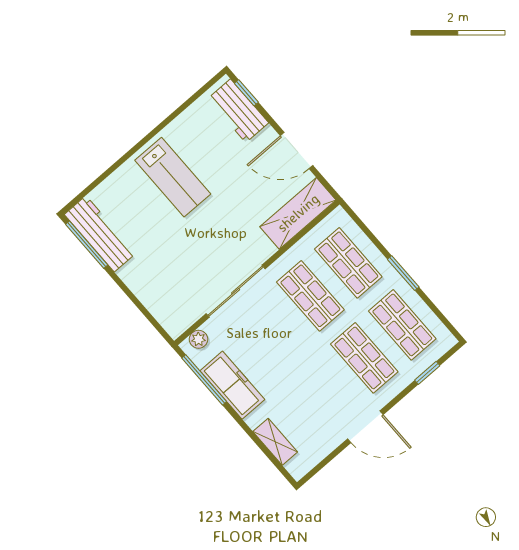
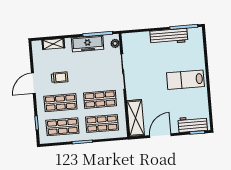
workbench: (100, 234) -> (169, 37), moved
trolley: (323, 390) -> (59, 77), added

